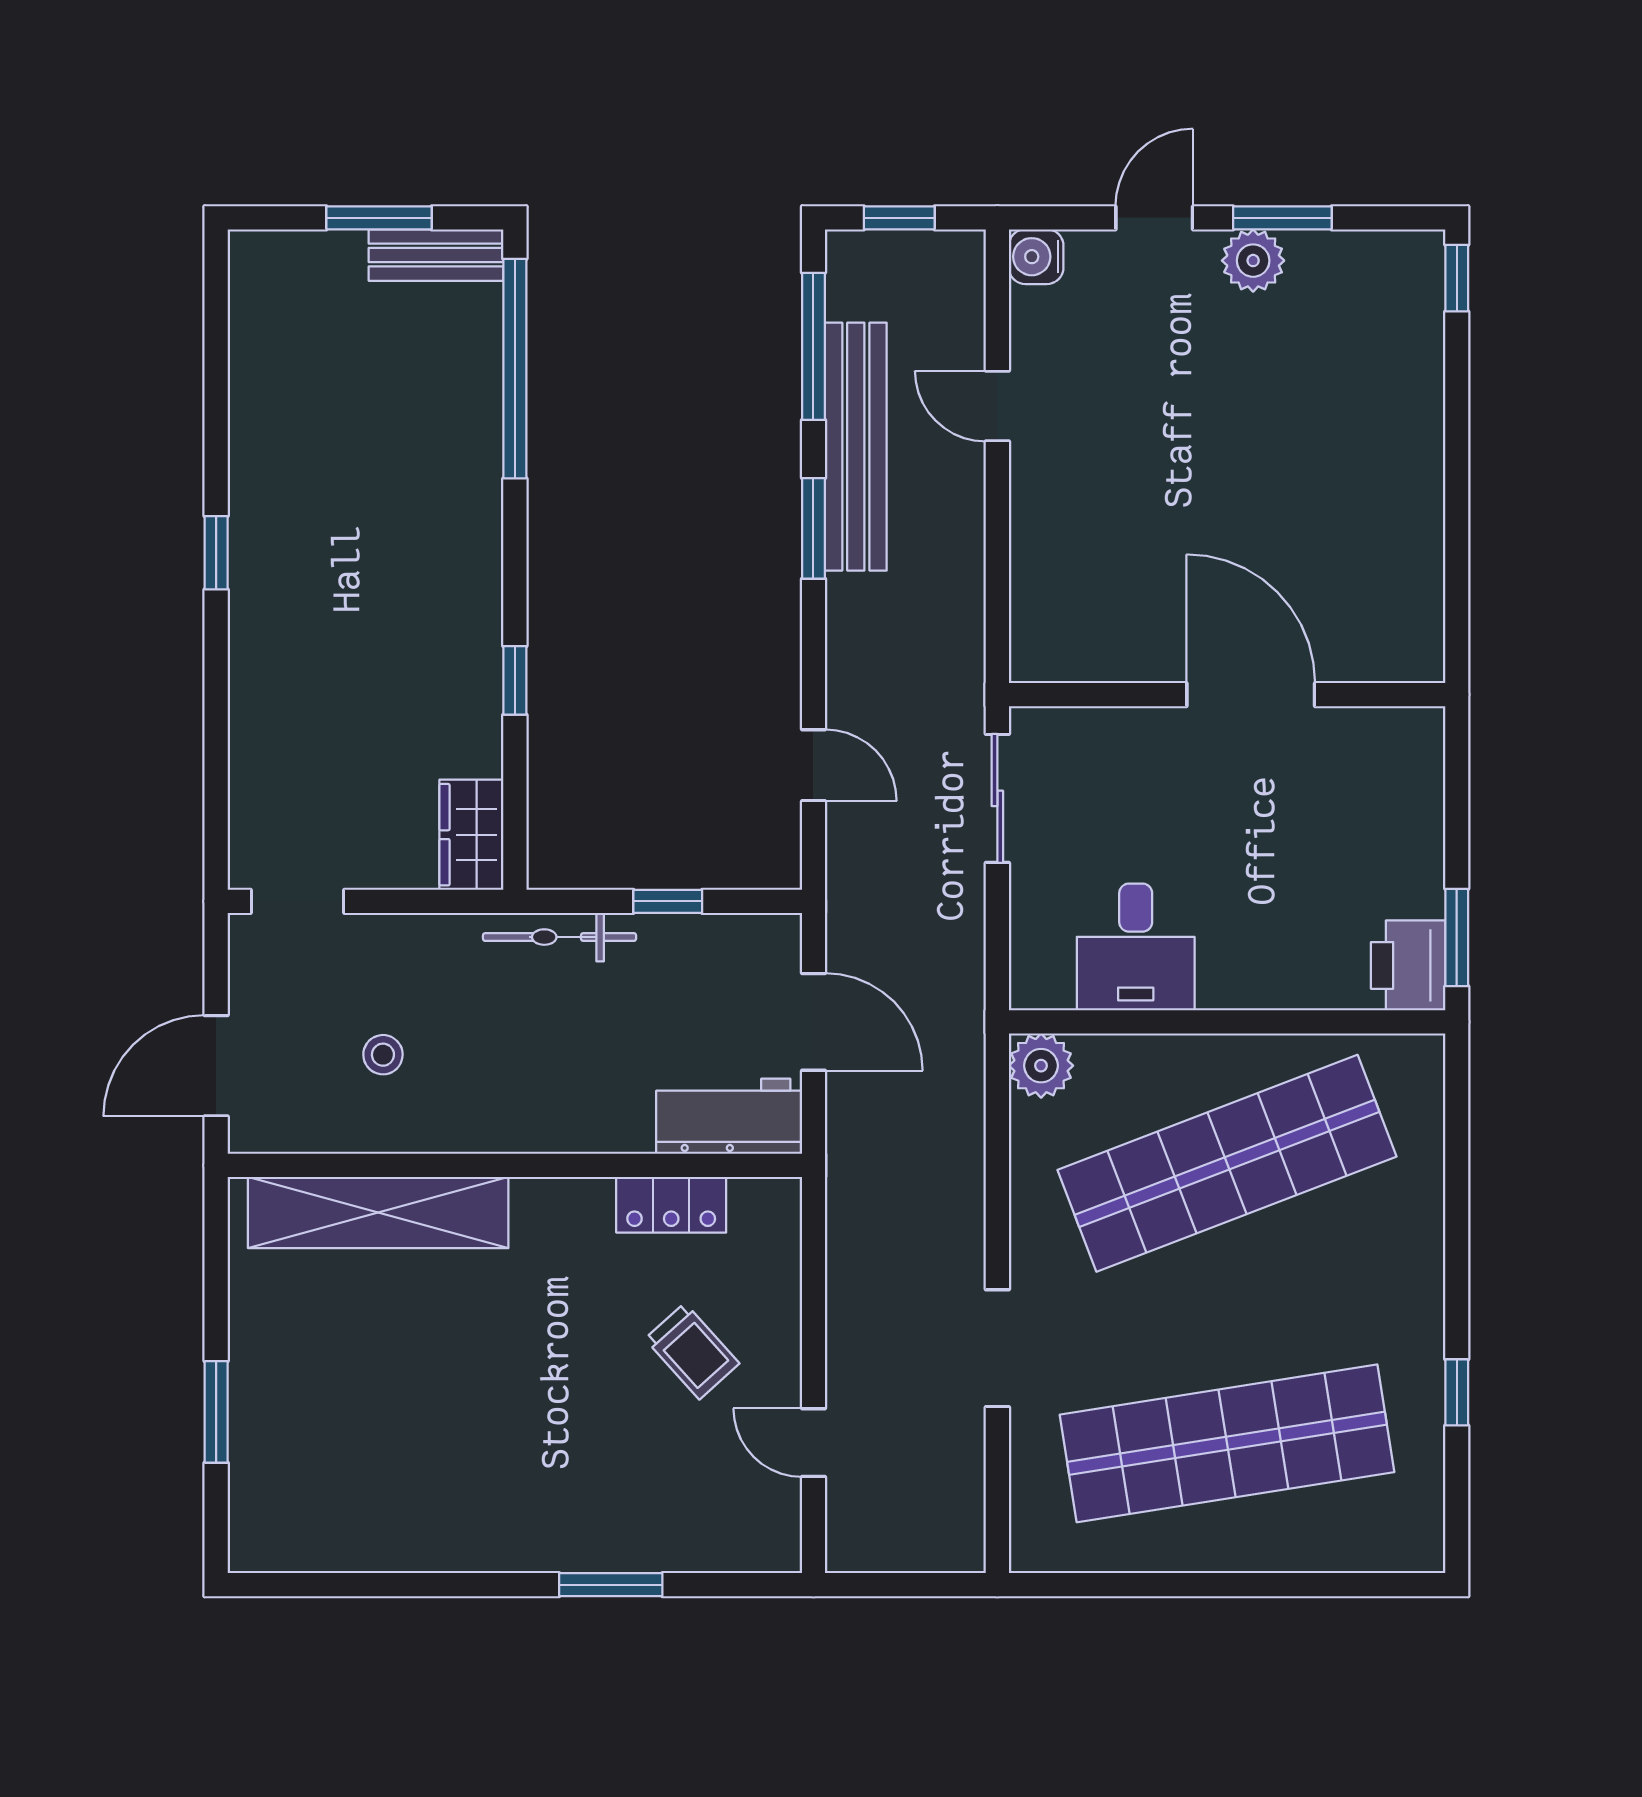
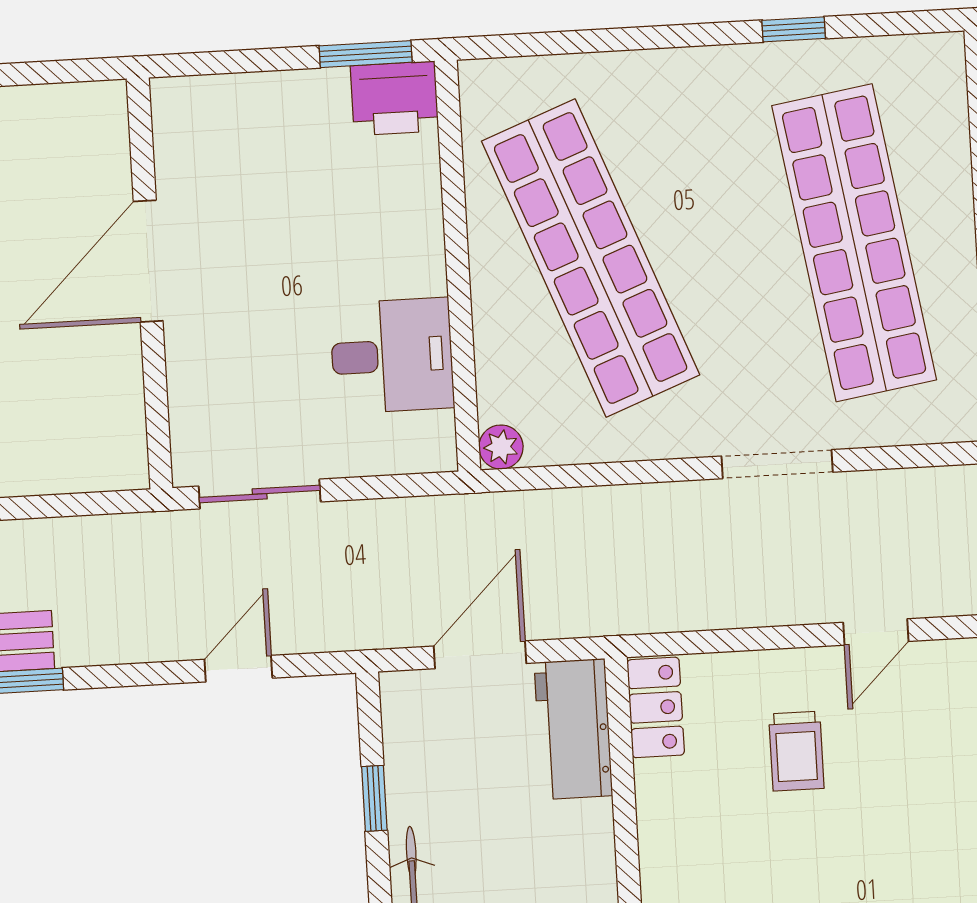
plant: (1041, 1066) -> (501, 447), width x0.73, depth x0.73
locker: (671, 1205) -> (656, 707), moved
trolley: (692, 1351) -> (796, 751), turned 132

